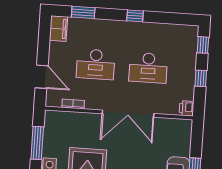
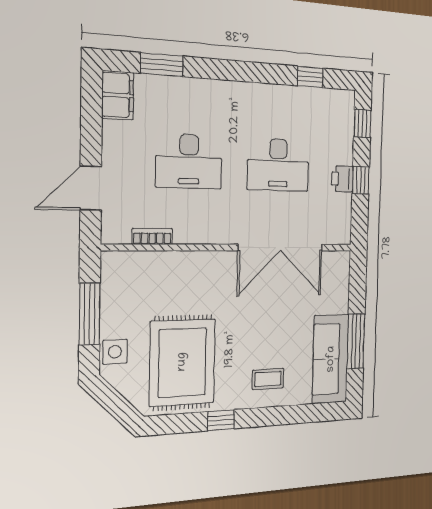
window: (135, 16) -> (310, 77), moved
door: (42, 77) -> (91, 188), swing flipped
printer: (187, 108) -> (342, 179), moved
double door: (128, 114) -> (281, 248), moved

